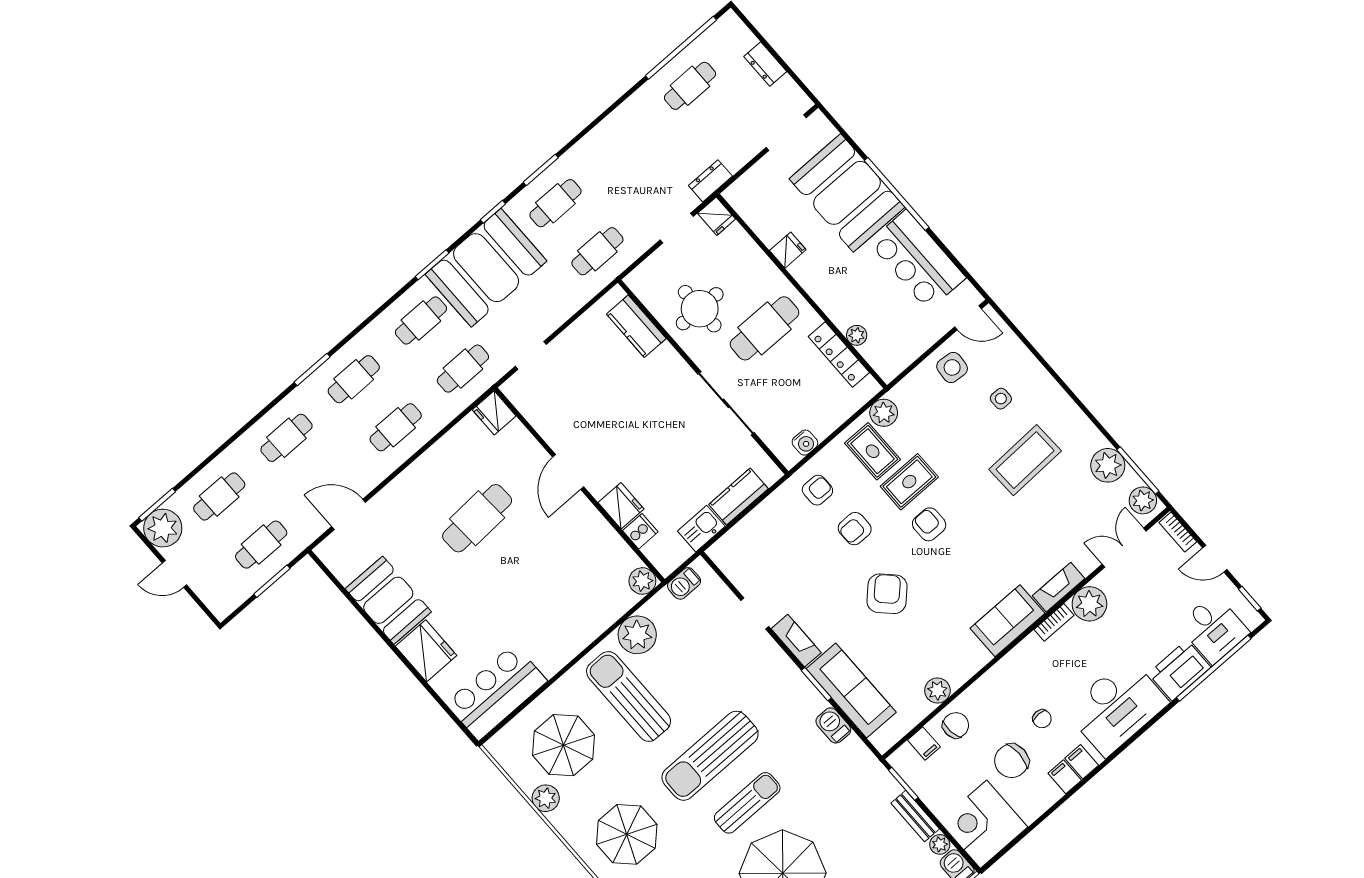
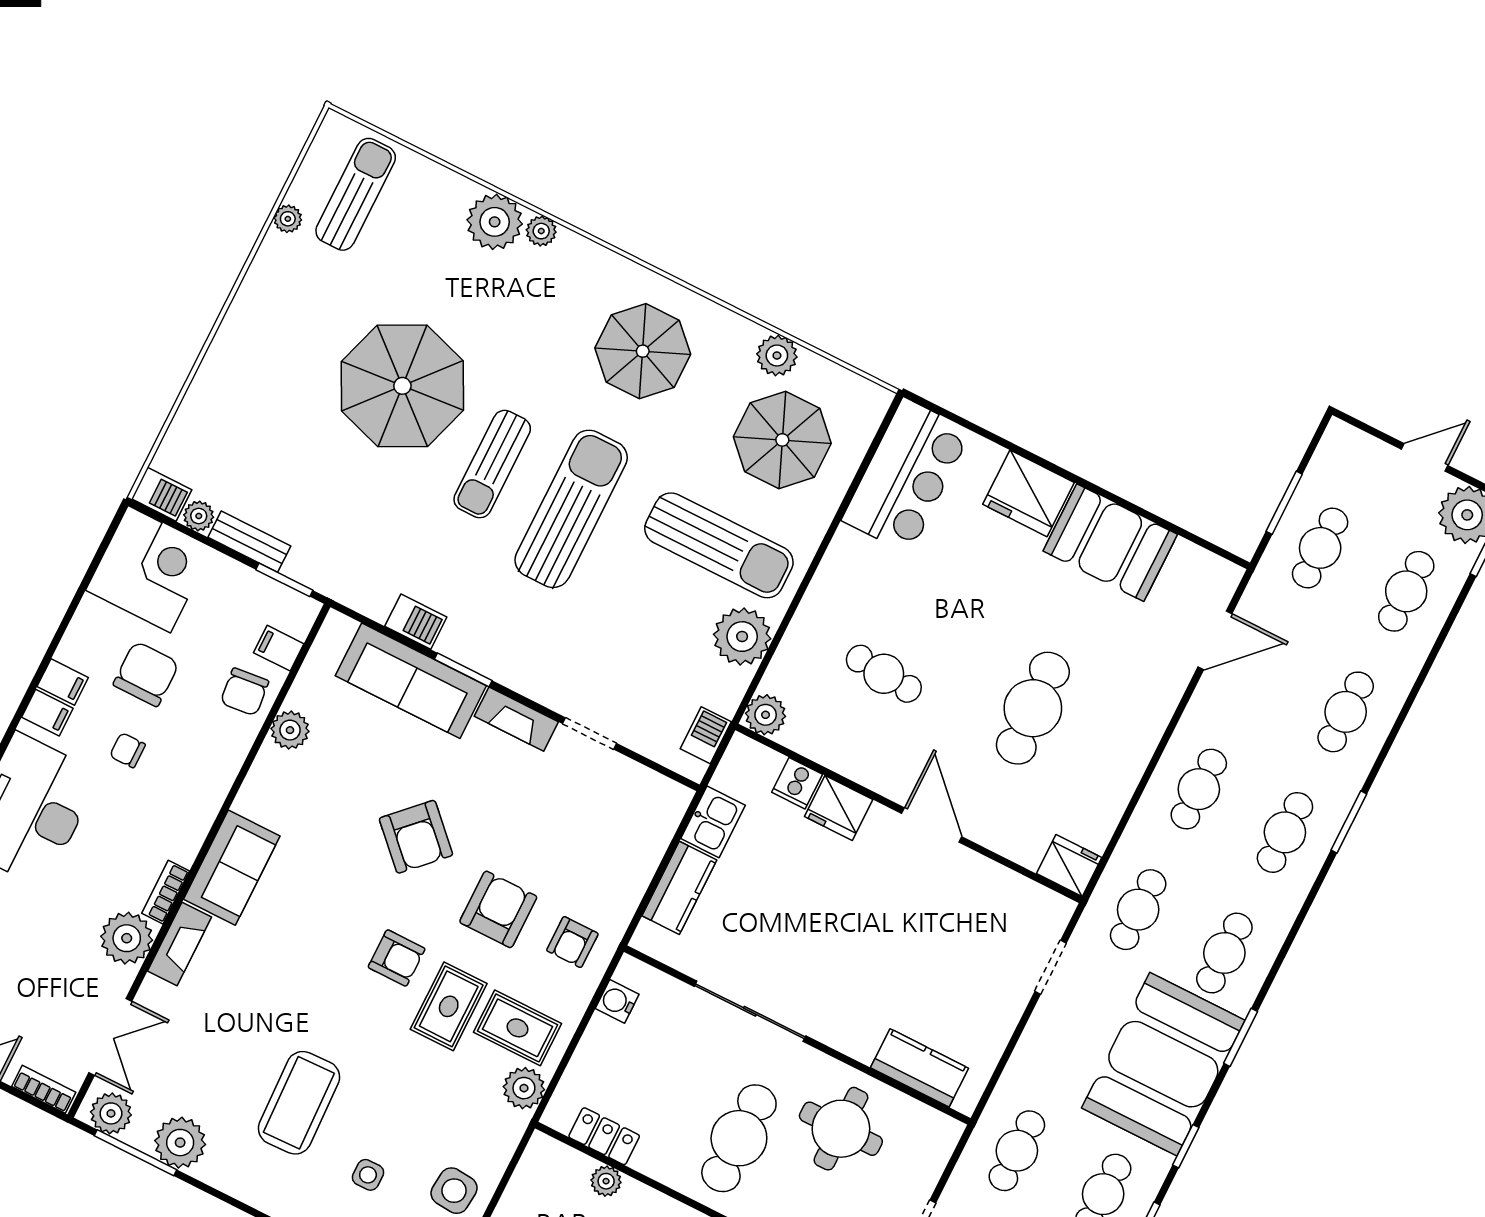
locker: (839, 355) -> (604, 1136), width x0.66
armchair: (855, 529) -> (498, 909), width x1.38, depth x1.38
cafe table: (560, 577) -> (884, 674), added

